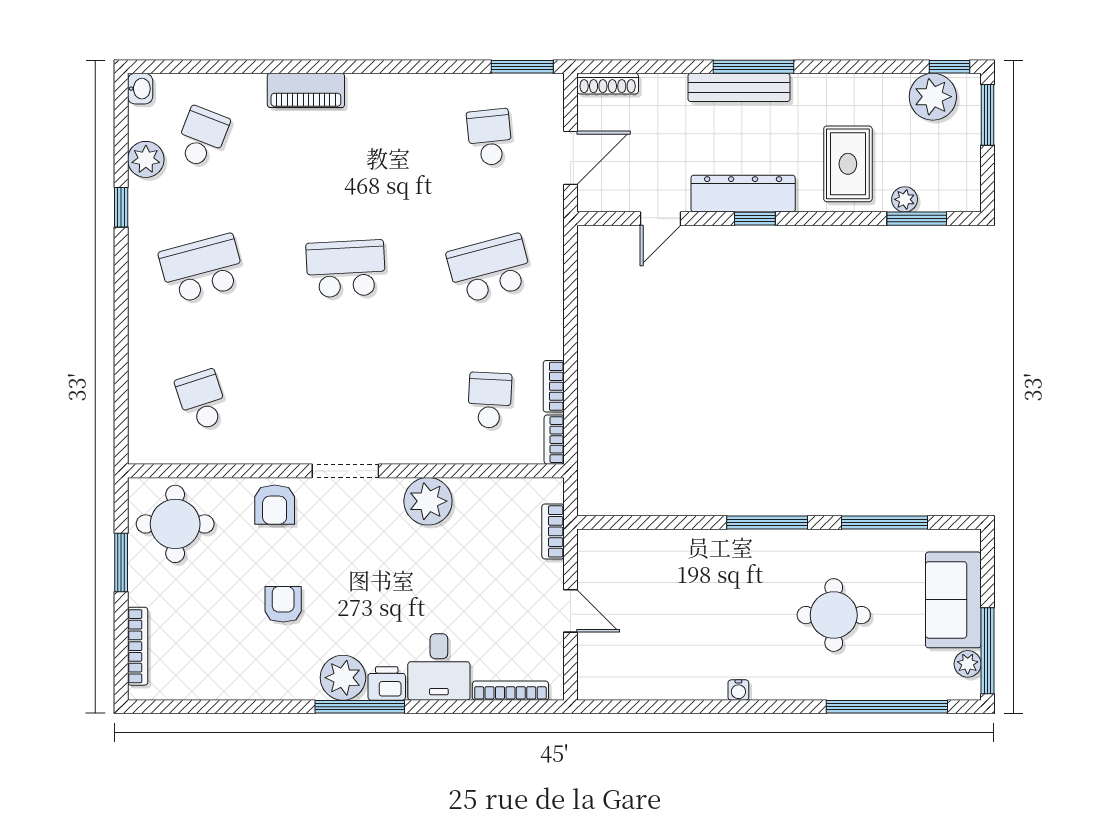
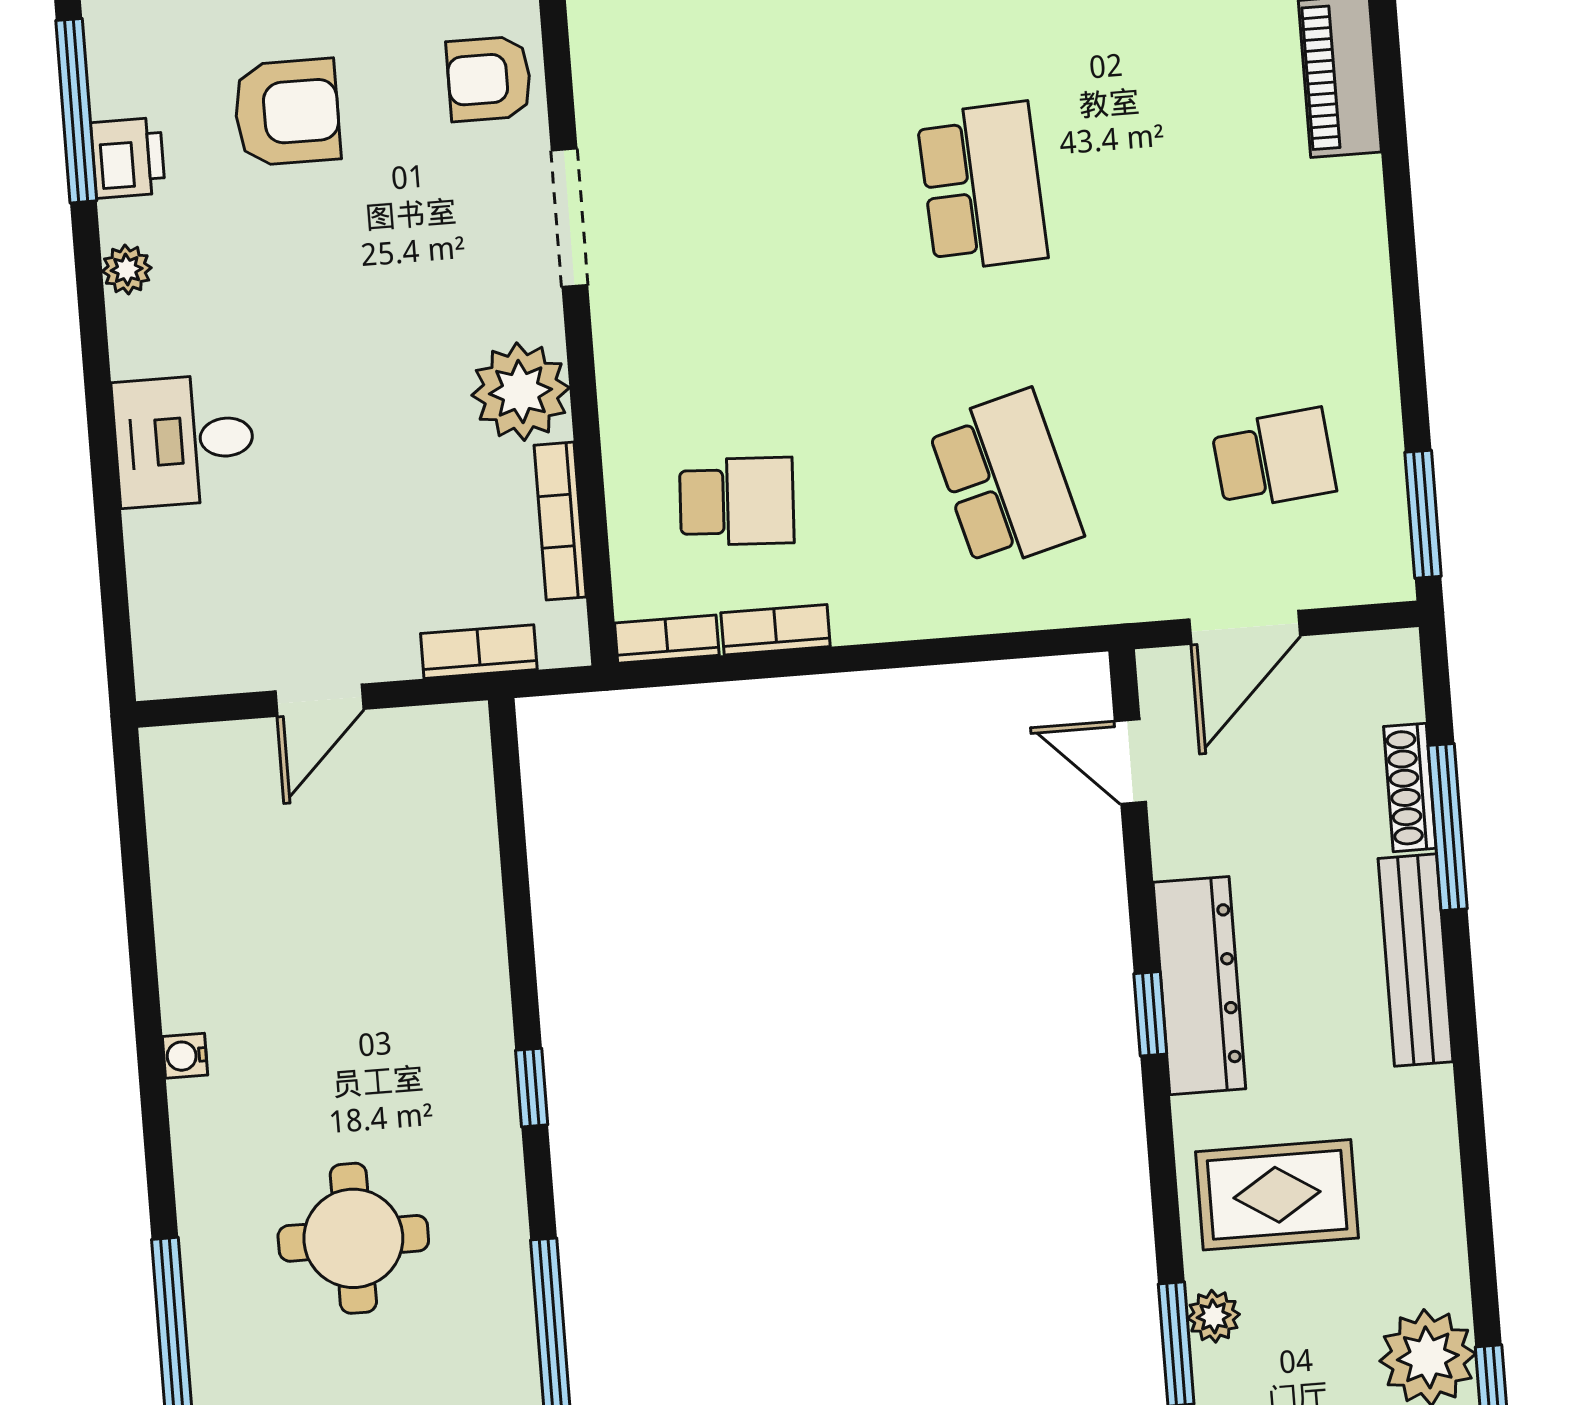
window: (753, 67) -> (1448, 827), moved
shoe rack: (608, 84) -> (1410, 787), moved
door: (570, 158) -> (1245, 627), hinge flipped
door: (661, 219) -> (1130, 762), moved
window: (767, 523) -> (532, 1088), width x0.46
armchair: (283, 604) -> (287, 112), width x1.38, depth x1.38
plant: (343, 678) -> (127, 269), width x0.53, depth x0.53
printer: (387, 683) -> (128, 158), moved
bookcase: (510, 691) -> (560, 521), moved, turned 180
window: (360, 707) -> (76, 111), moved

